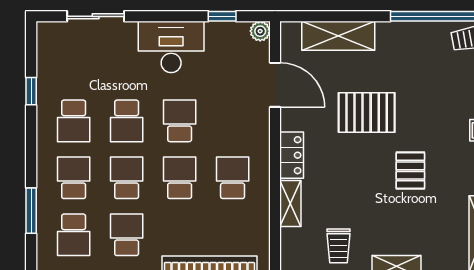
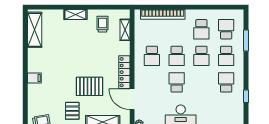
school desk: (127, 121) -> (201, 82), removed
school desk: (180, 121) -> (177, 82), turned 180
locker: (292, 155) -> (124, 72), width x1.53
pallet: (410, 171) -> (72, 111), moved
shelving: (290, 204) -> (125, 30), moved

